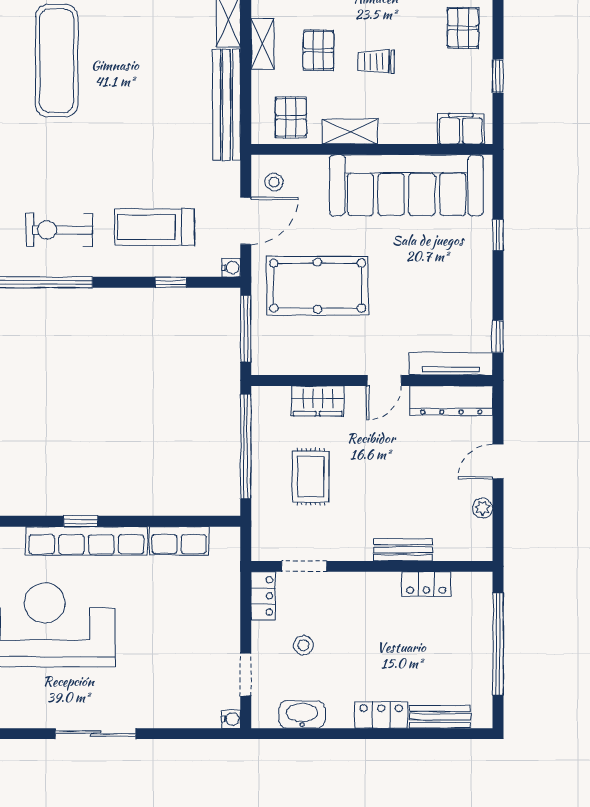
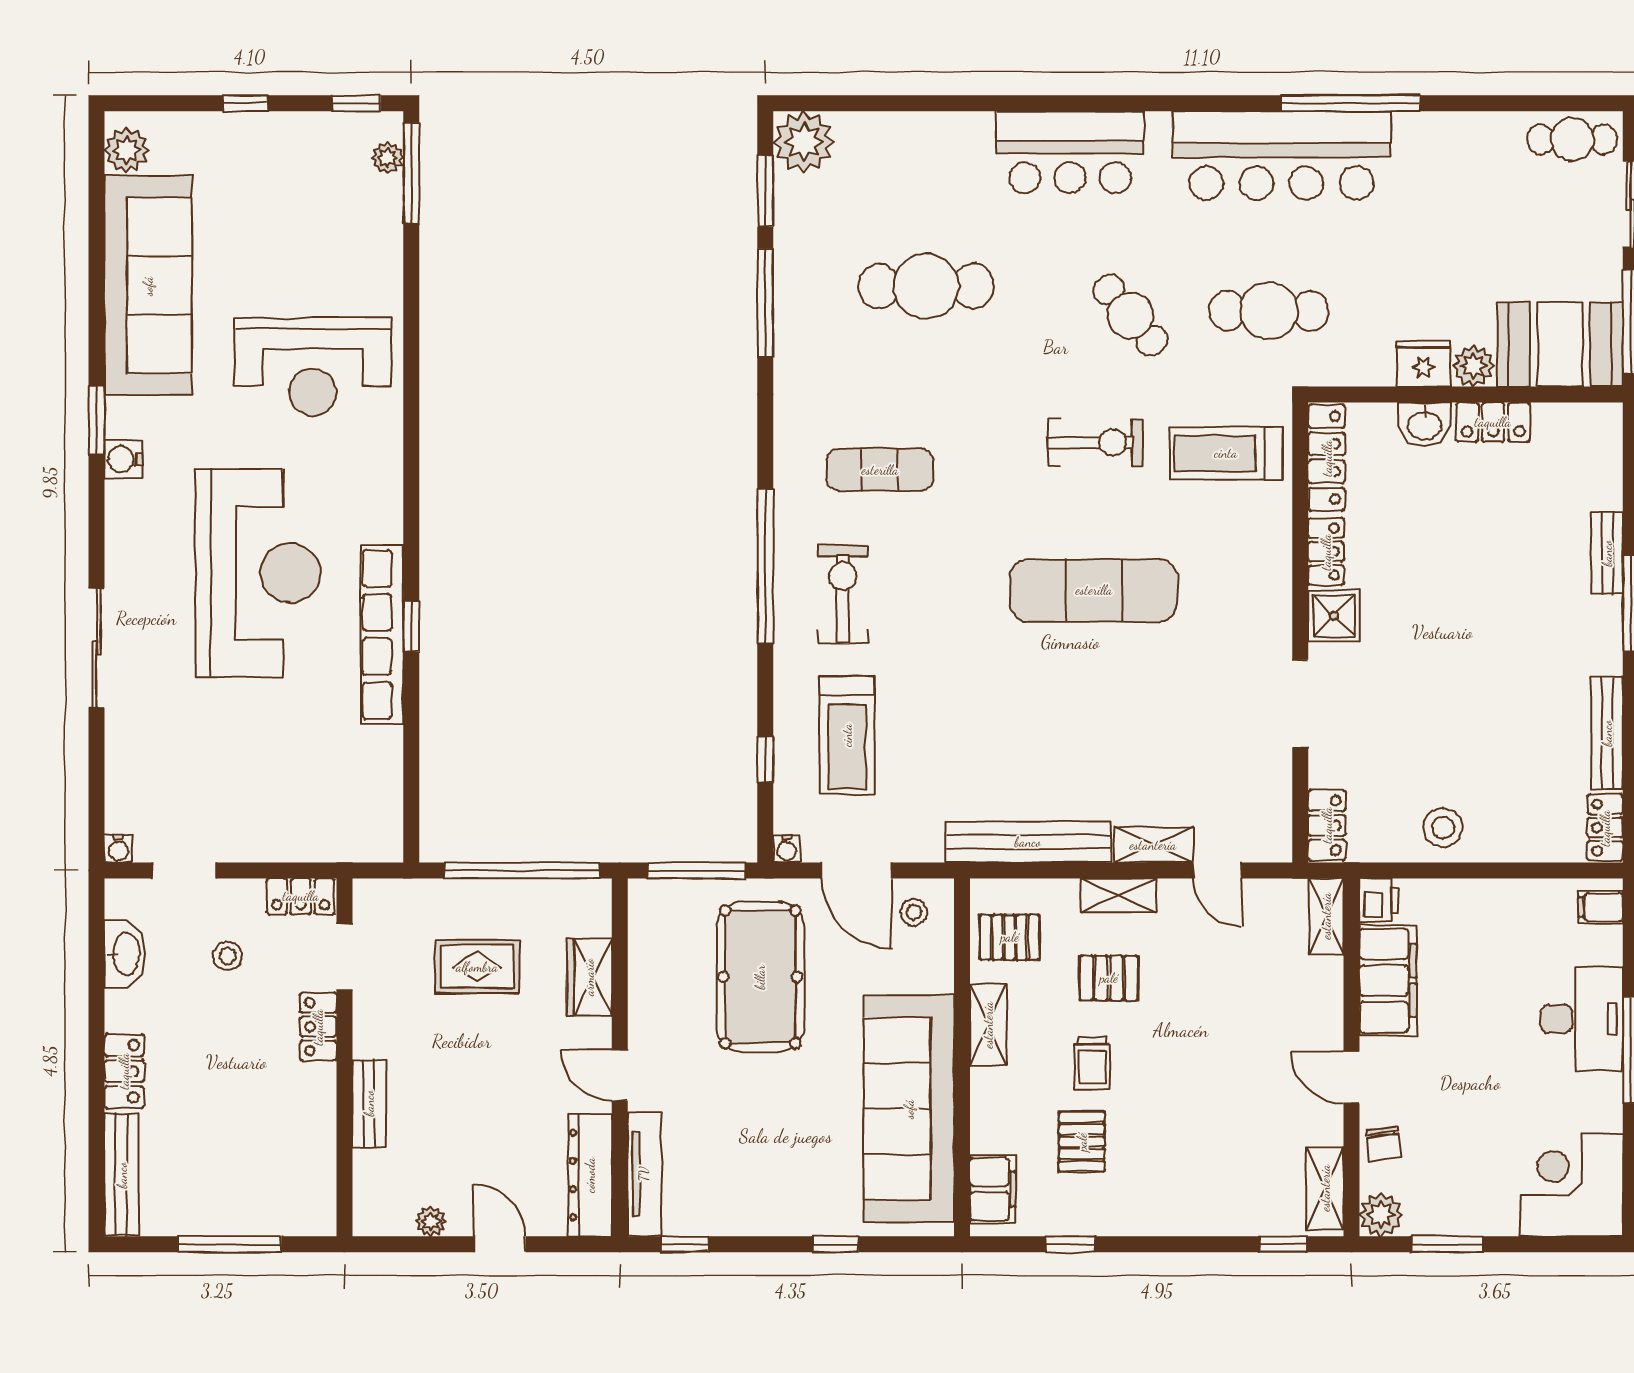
pallet: (463, 28) -> (1082, 1142), moved, turned 90
trolley: (376, 61) -> (1092, 1063), turned 180
treadmill: (154, 227) -> (847, 735), turned 180
row of seats: (179, 541) -> (382, 772), removed
locker: (426, 584) -> (318, 1027), moved
window: (498, 644) -> (229, 1244), width x0.68
bench: (440, 717) -> (122, 1175), width x1.36

